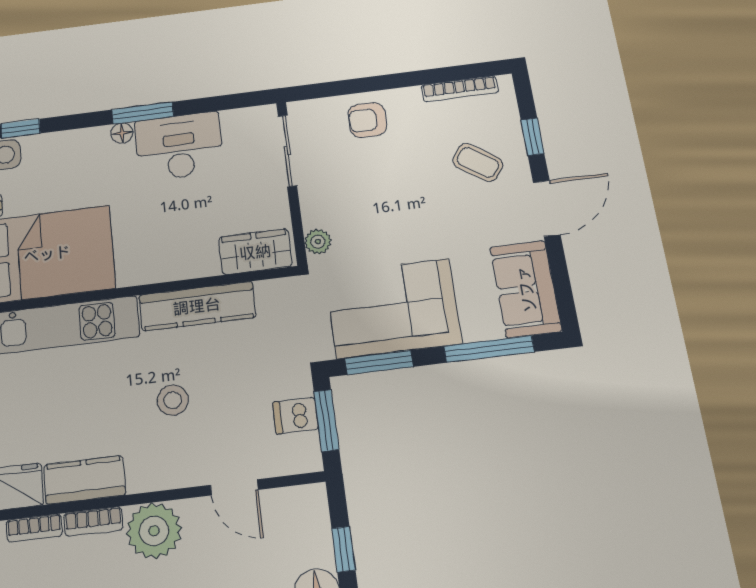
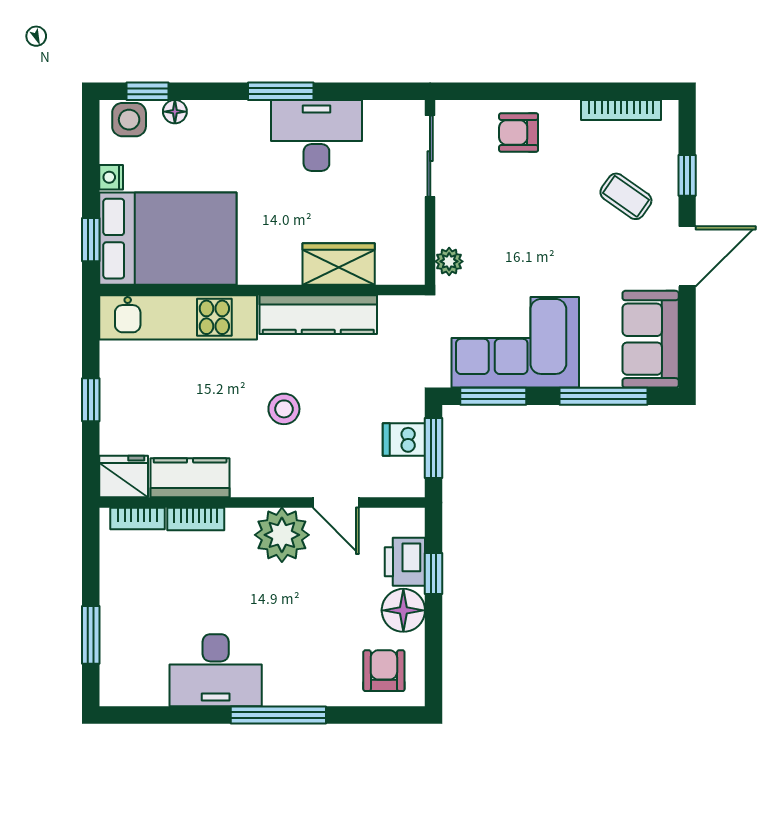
floor lamp: (122, 133) -> (175, 112), moved
wardrobe: (255, 252) -> (339, 264), moved
plant: (154, 531) -> (282, 535), moved
printer: (312, 540) -> (405, 562), added

